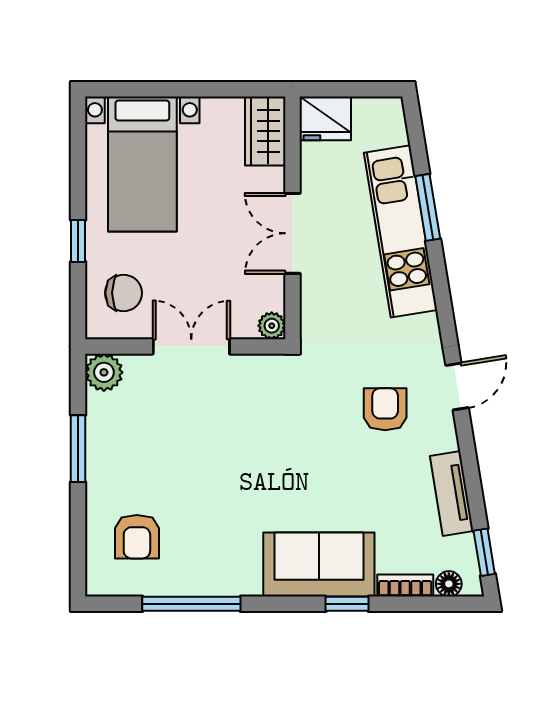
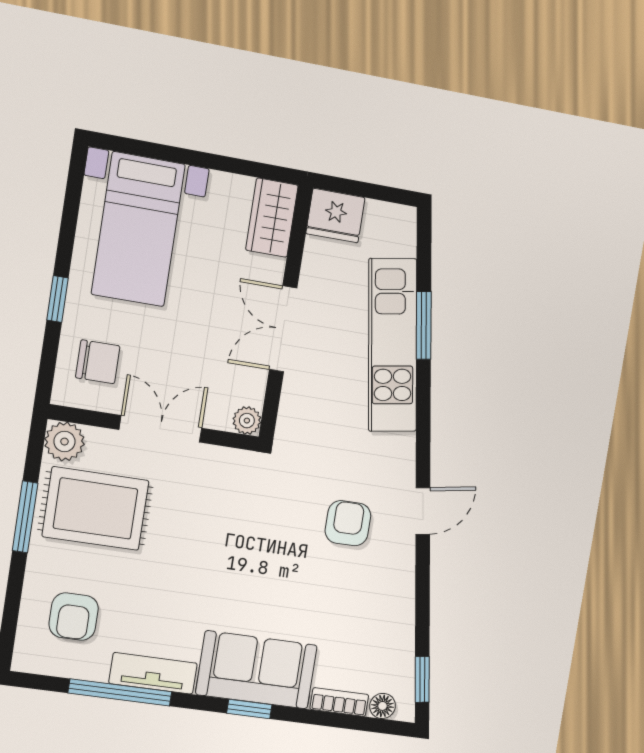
rug: (142, 431) -> (95, 509), added
tv unit: (452, 494) -> (153, 673), moved, turned 99
window: (347, 604) -> (249, 709), moved

